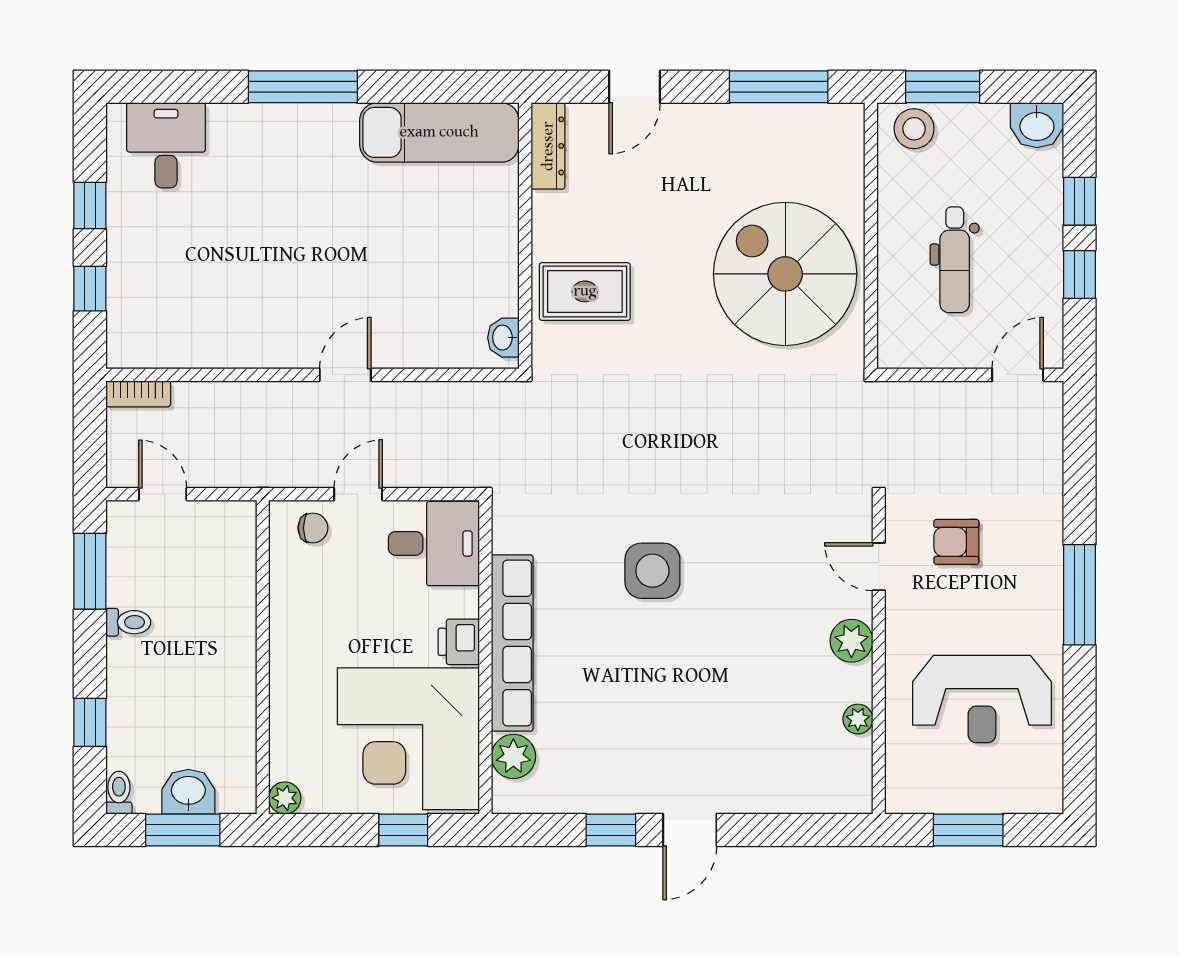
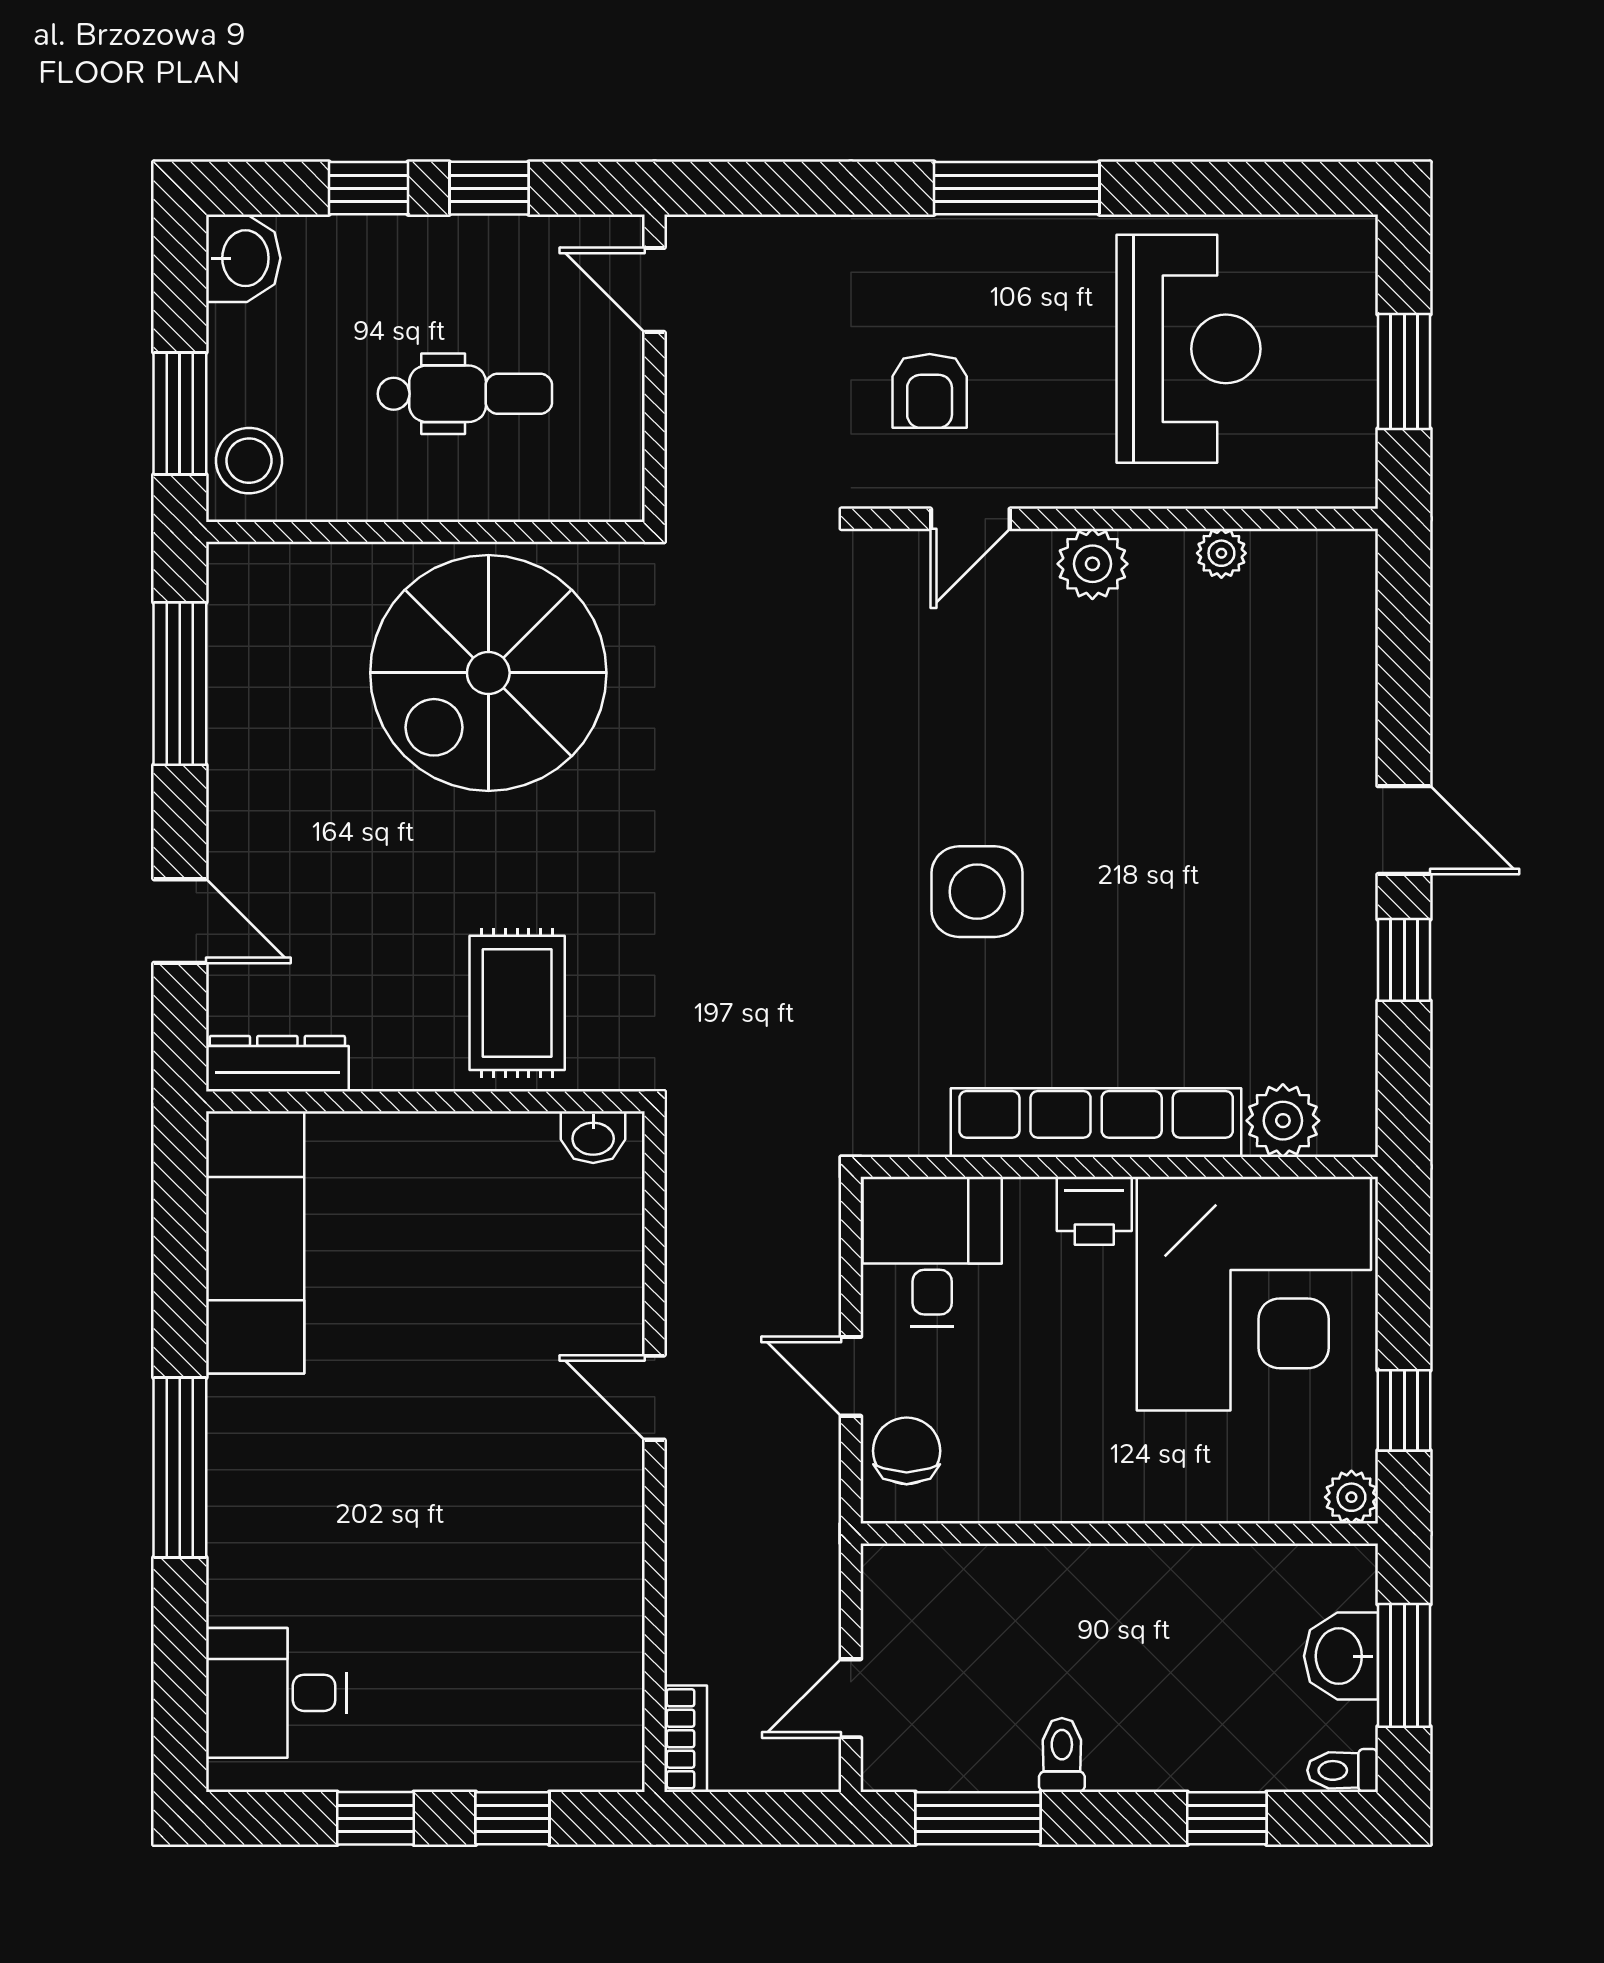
chair: (313, 528) -> (907, 1451), width x1.37, depth x1.37
window: (403, 830) -> (1404, 1410), moved

